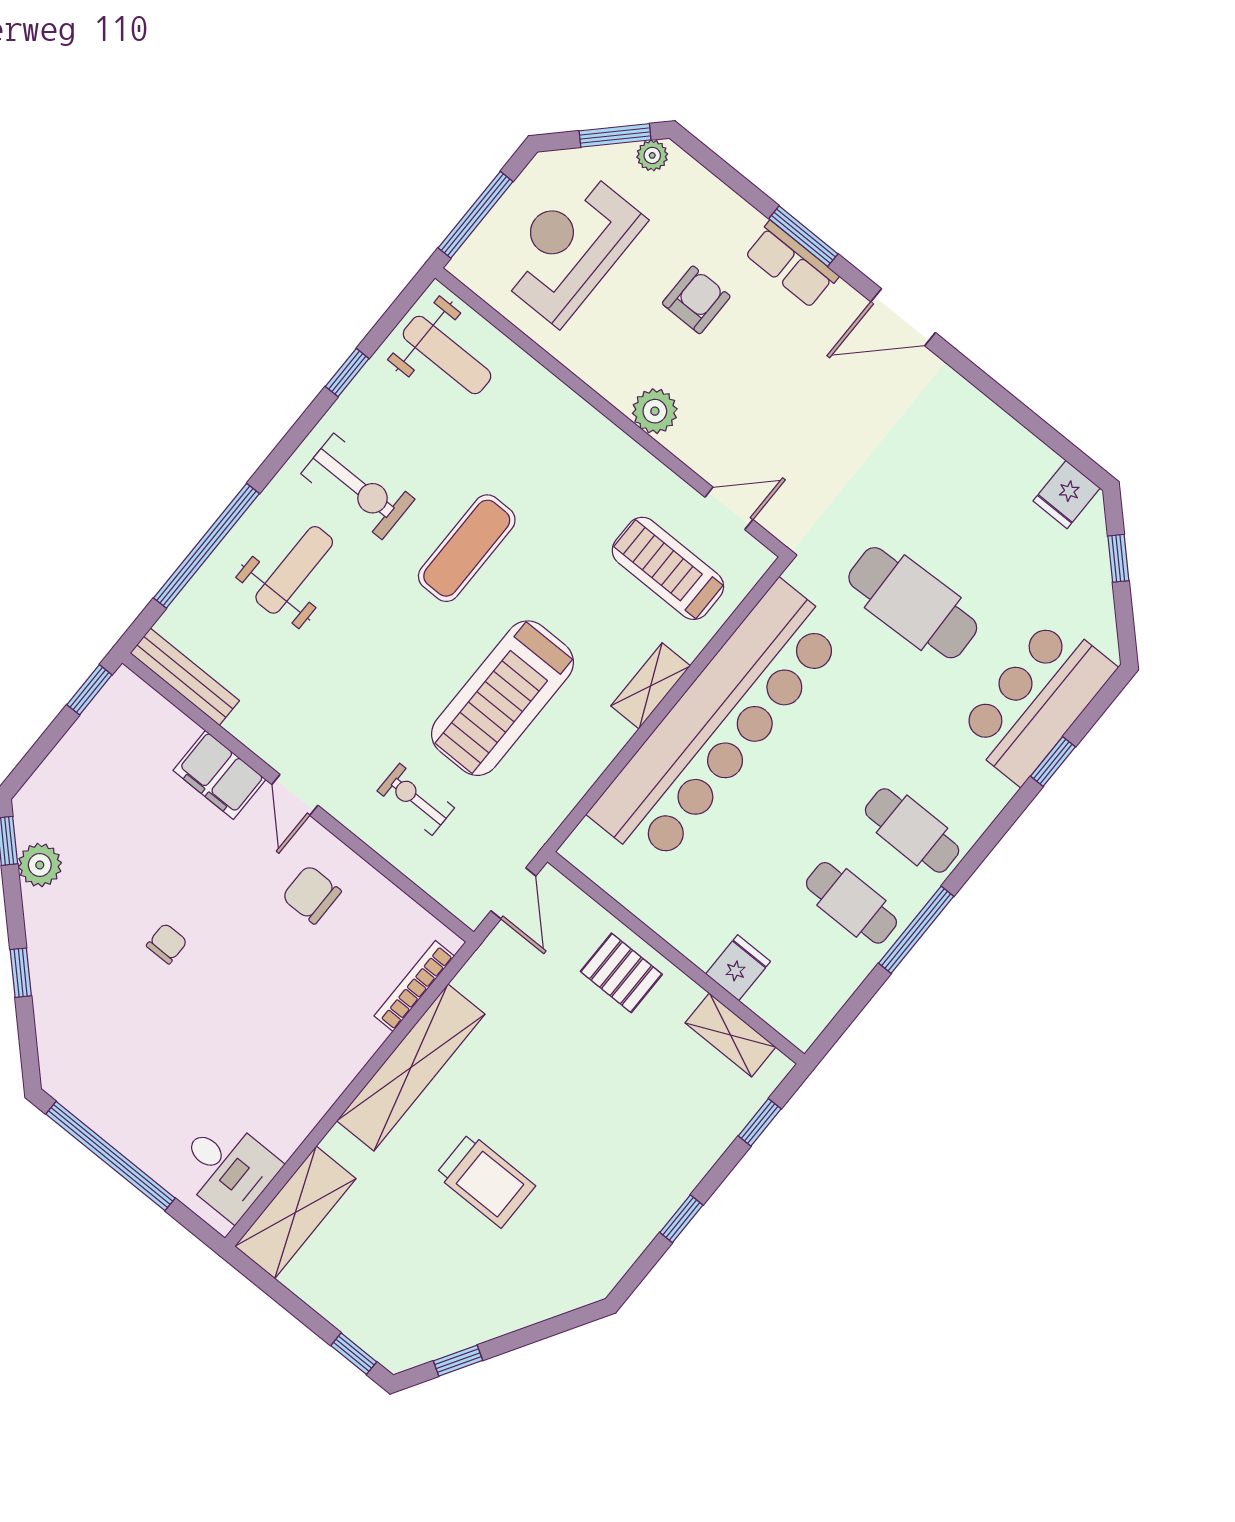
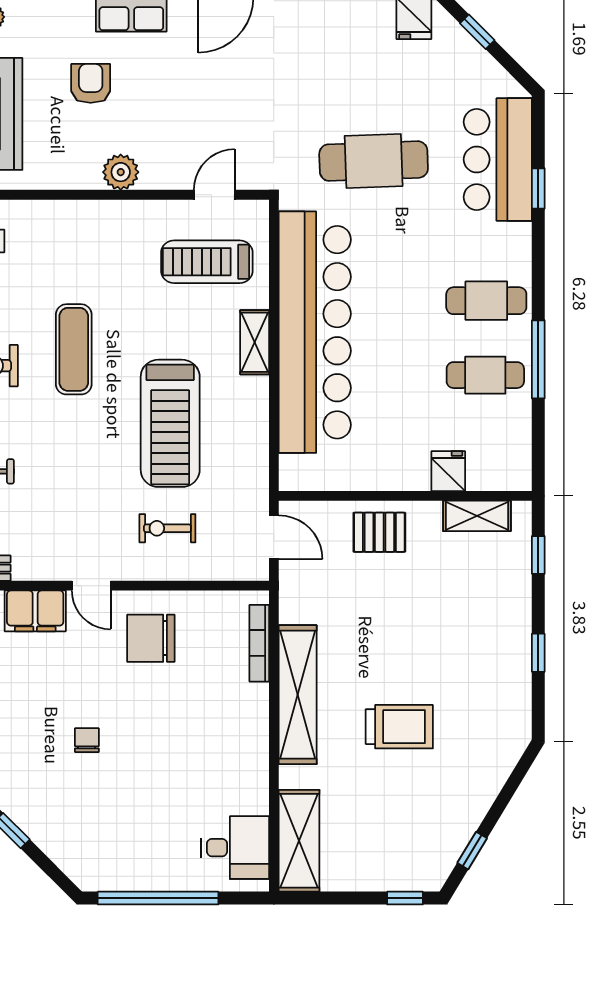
chair: (311, 894) -> (151, 638), width x1.37, depth x1.37

